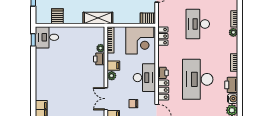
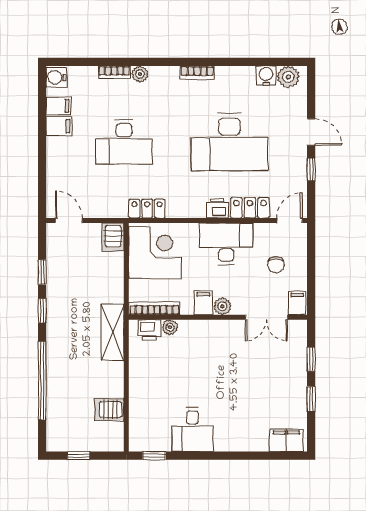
desk: (47, 37) -> (192, 430), moved
printer: (99, 59) -> (149, 330), moved
printer: (231, 85) -> (240, 78), removed

